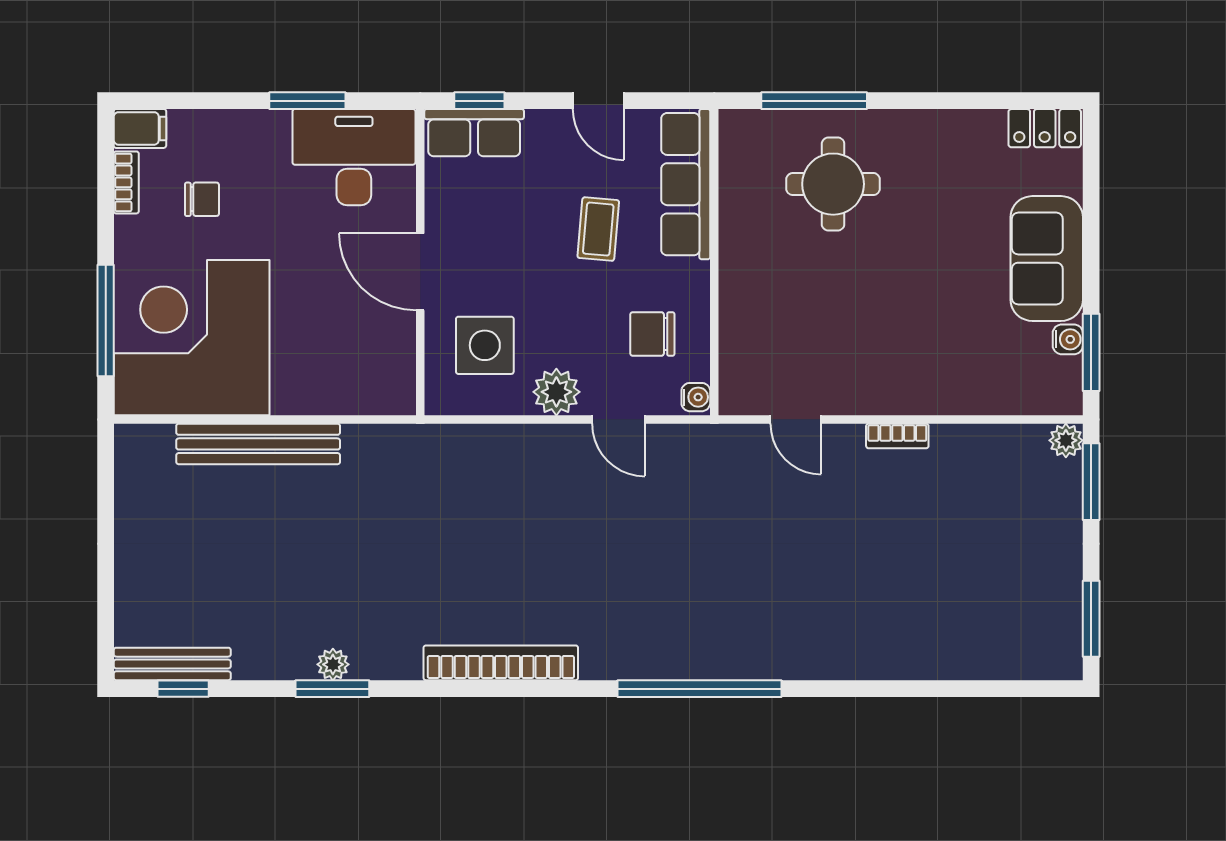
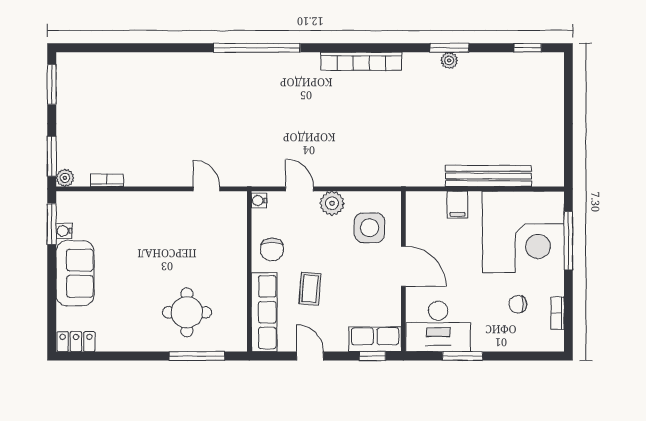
filing cabinet: (140, 128) -> (457, 205), moved, turned -90
chair: (652, 334) -> (272, 249), moved, turned 90
bookcase: (897, 436) -> (107, 180), moved
bench: (172, 664) -> (533, 61), removed

